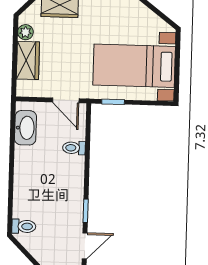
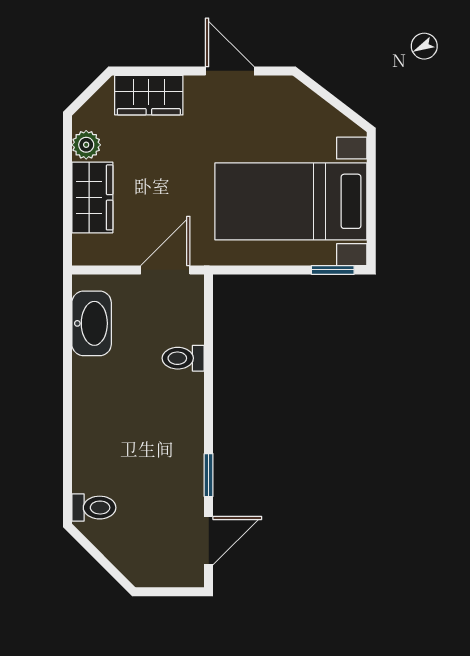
door: (66, 100) -> (165, 270), swing flipped
window: (113, 102) -> (333, 270), moved

